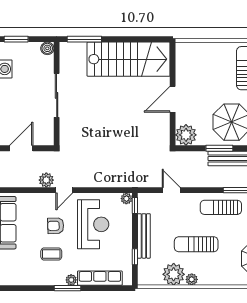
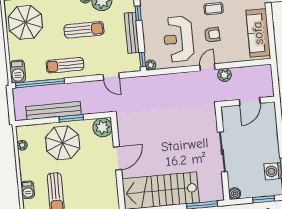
sun lounger: (221, 207) -> (65, 65), turned 180

